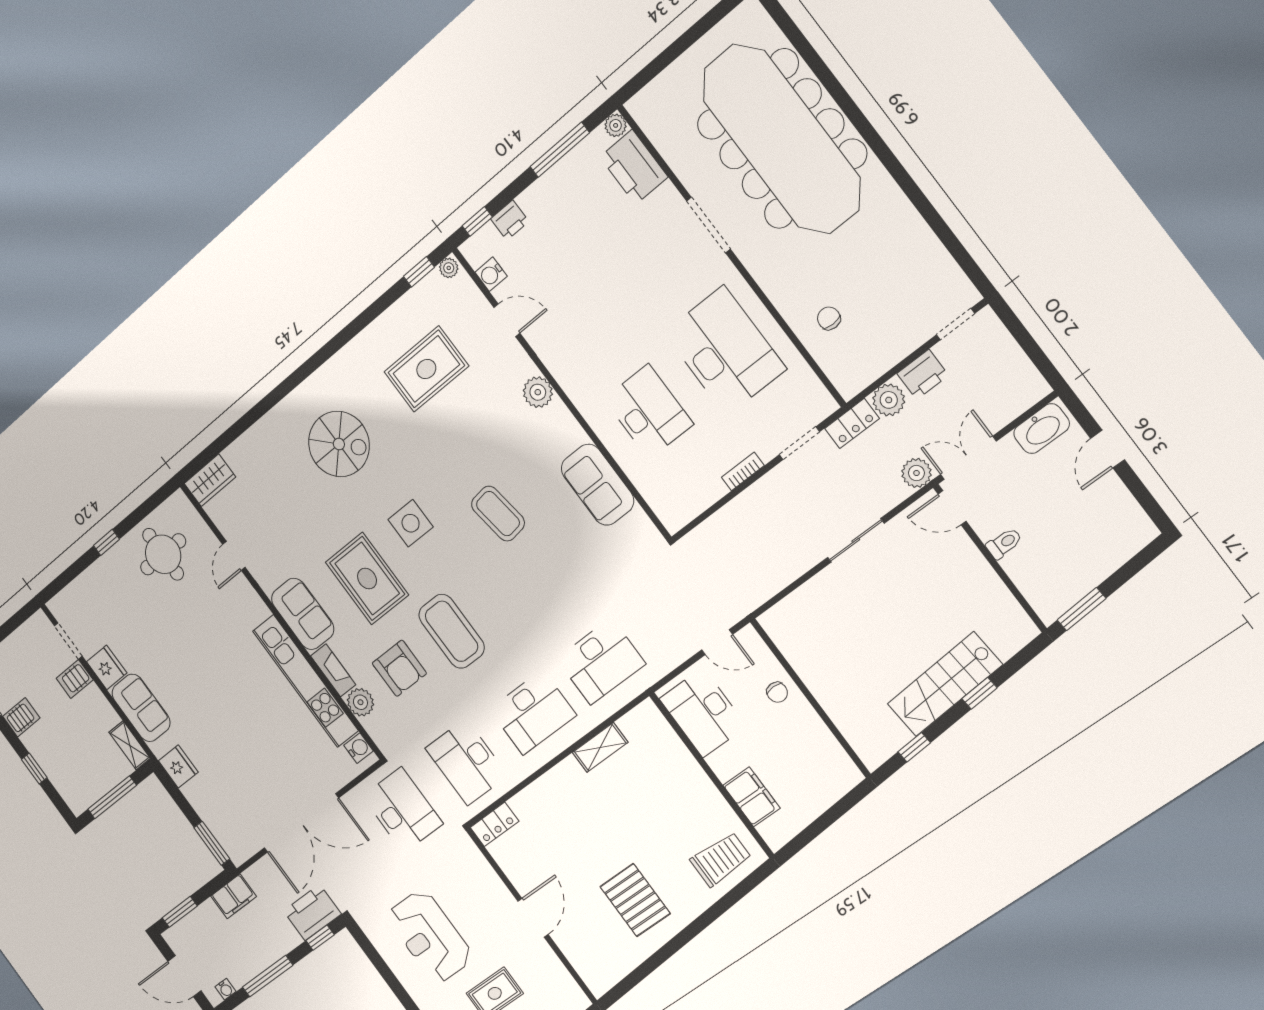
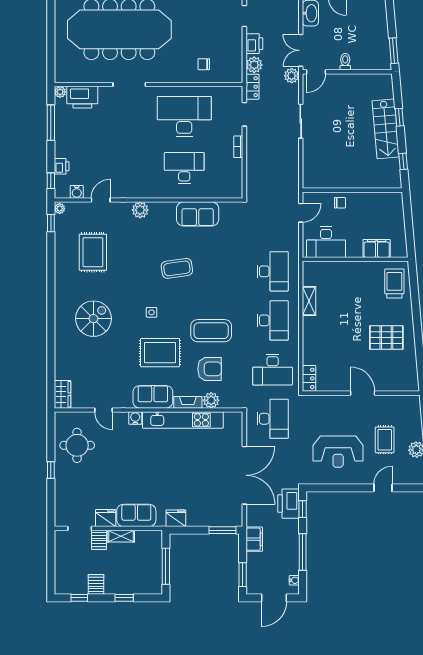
side table: (411, 523) -> (152, 312), width x0.54, depth x0.54
shelving: (130, 745) -> (121, 536), moved
water cooler: (359, 748) -> (135, 418), moved
desk: (402, 810) -> (273, 419), turned 90

